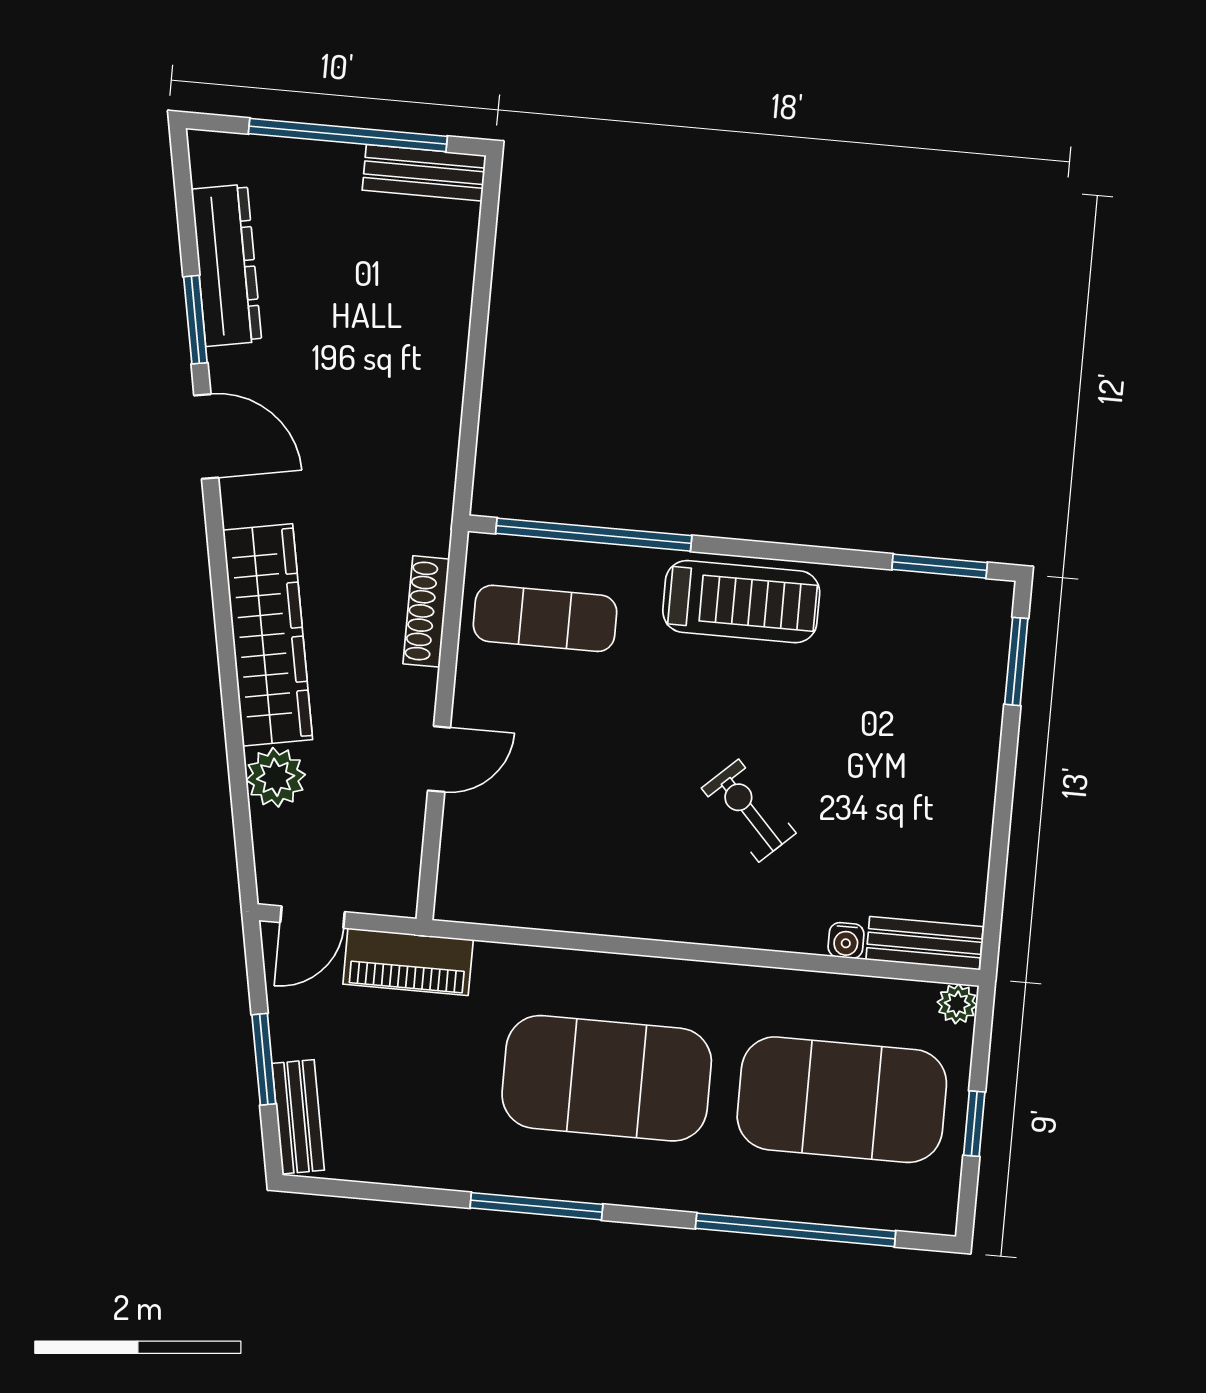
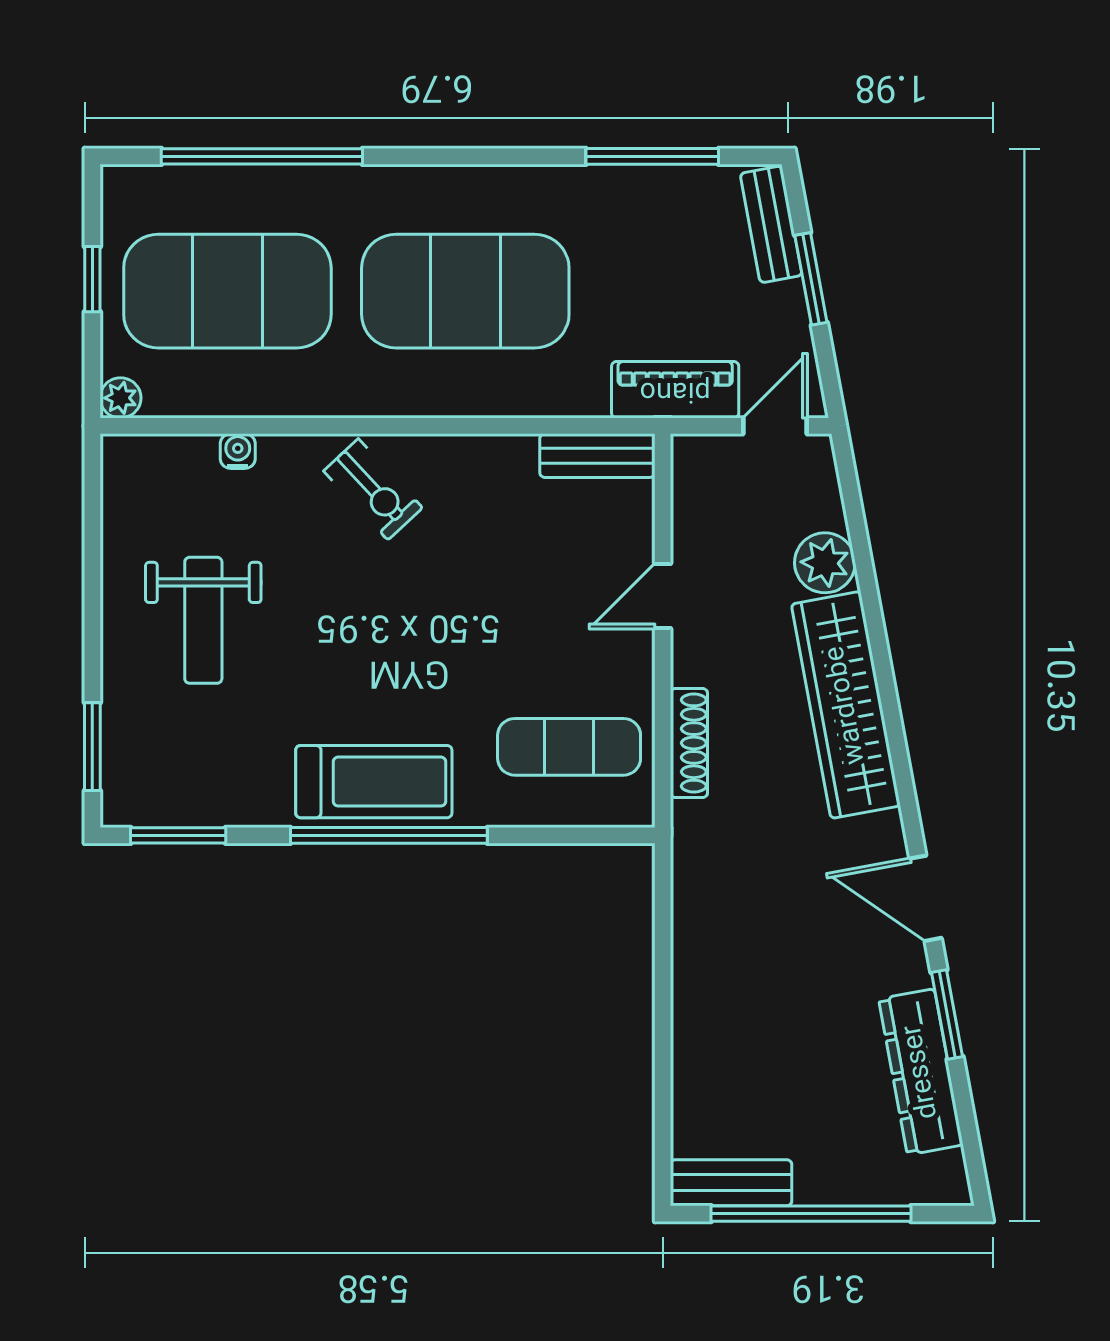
window: (594, 535) -> (389, 835), moved
treadmill: (741, 602) -> (374, 782), turned 180
weight bench: (895, 776) -> (203, 620), added
exercise bike: (749, 811) -> (373, 489), moved
bench: (925, 943) -> (597, 456), moved
window: (536, 1206) -> (652, 156), moved

